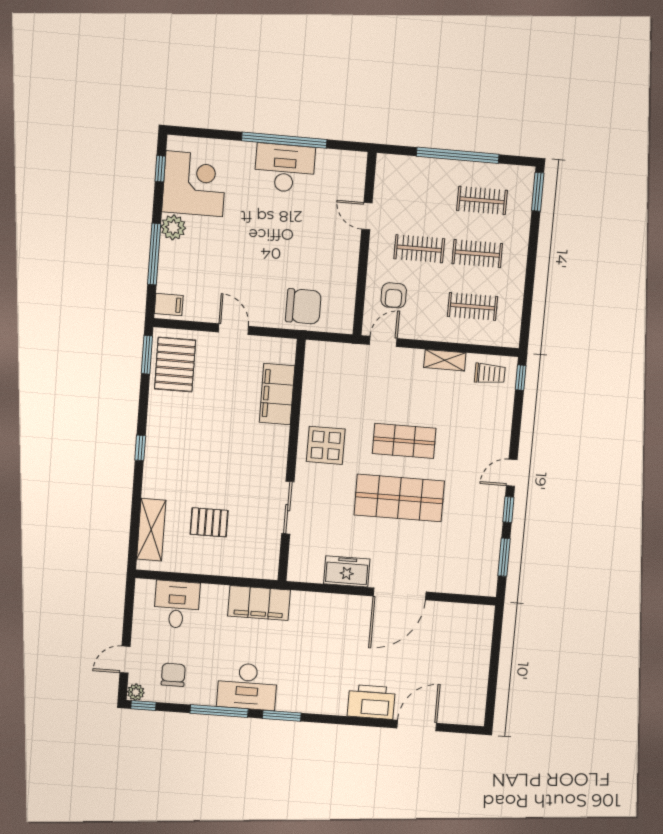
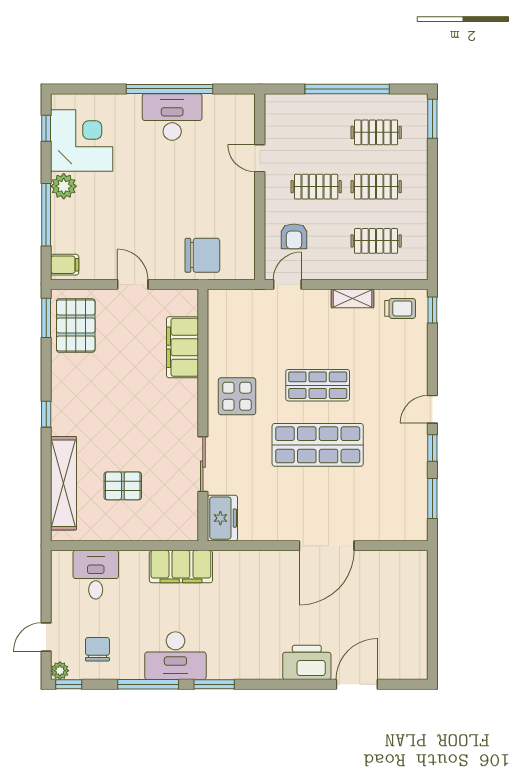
shelving: (151, 530) -> (64, 483), width x1.47
freezer: (347, 571) -> (222, 518), moved, turned 90

